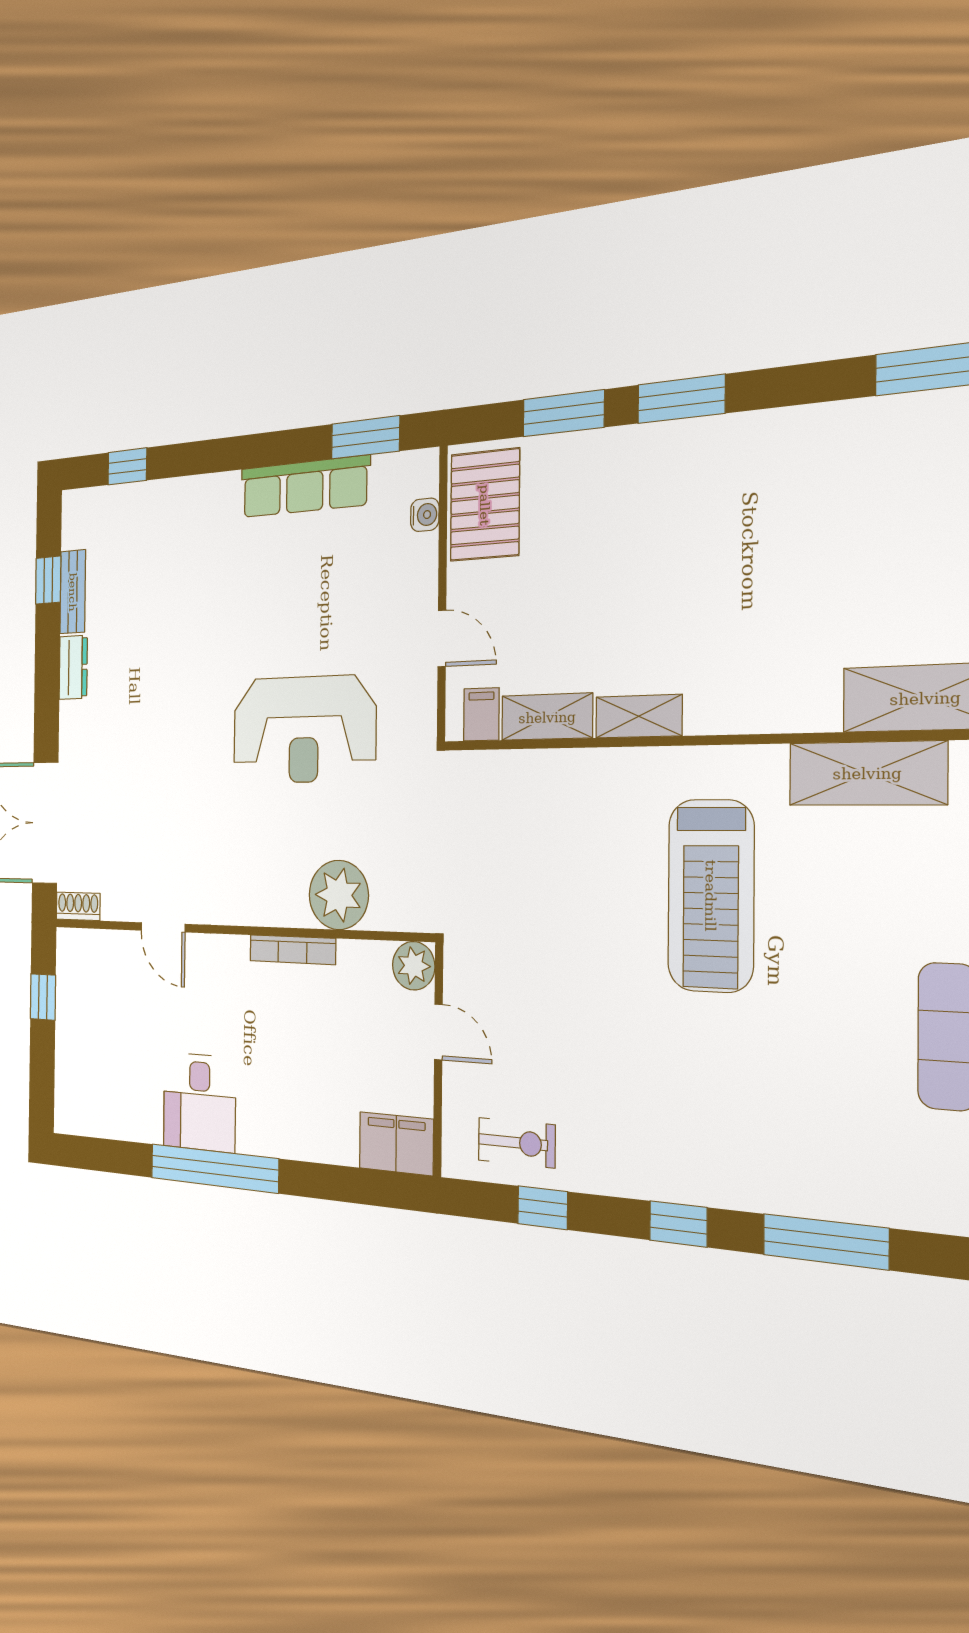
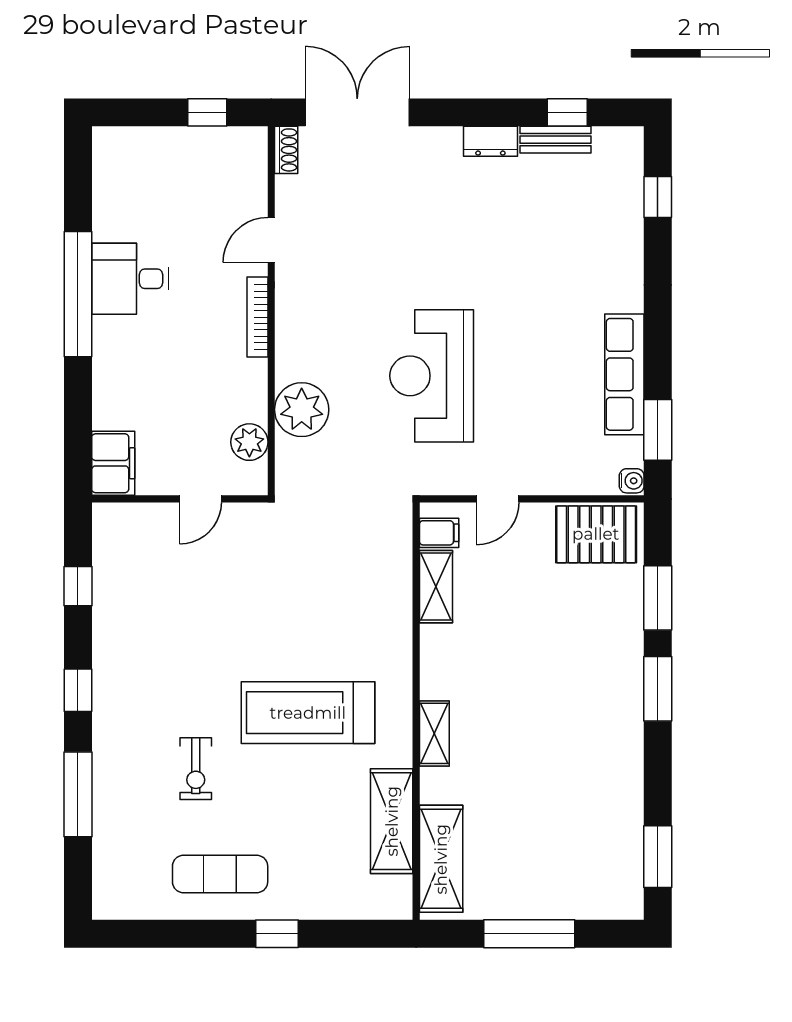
water cooler: (425, 515) -> (632, 481), moved, turned -90
shelving: (639, 716) -> (434, 733), moved
bookcase: (293, 950) -> (257, 317), moved
plant: (414, 966) -> (249, 442), moved
exercise bike: (517, 1143) -> (196, 769), moved

